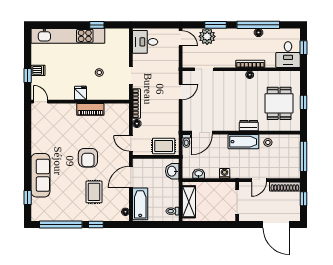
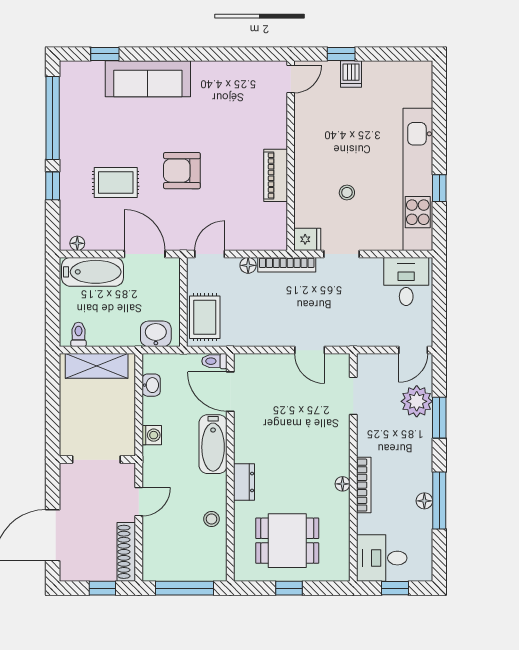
window: (258, 25) -> (439, 500), width x0.68
kitchen unit: (68, 36) -> (418, 179), moved
fridge: (80, 93) -> (307, 239), moved
bathtub: (243, 142) -> (213, 444), moved
door: (259, 180) -> (139, 502), swing flipped

